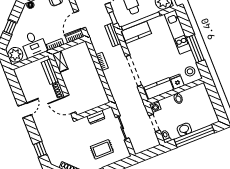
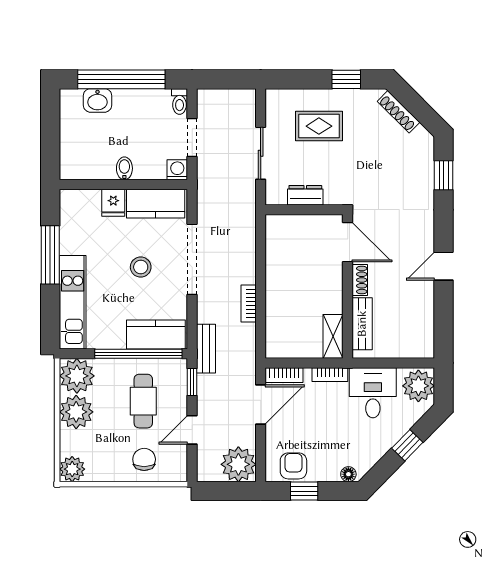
stool: (190, 71) -> (141, 267), moved
washbasin: (184, 130) -> (97, 100), moved

